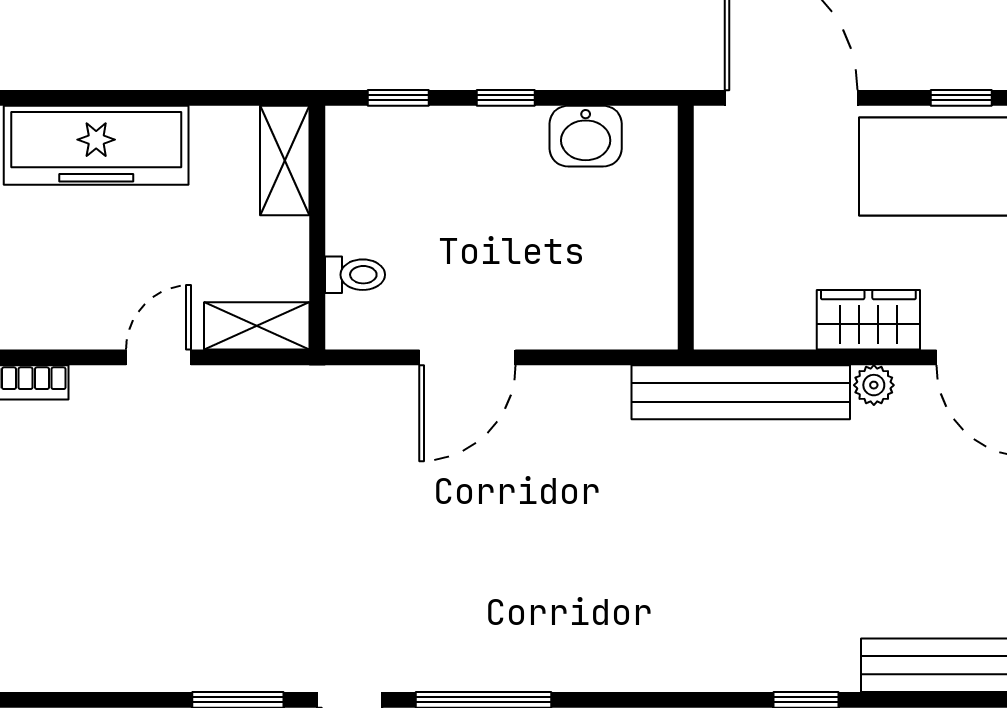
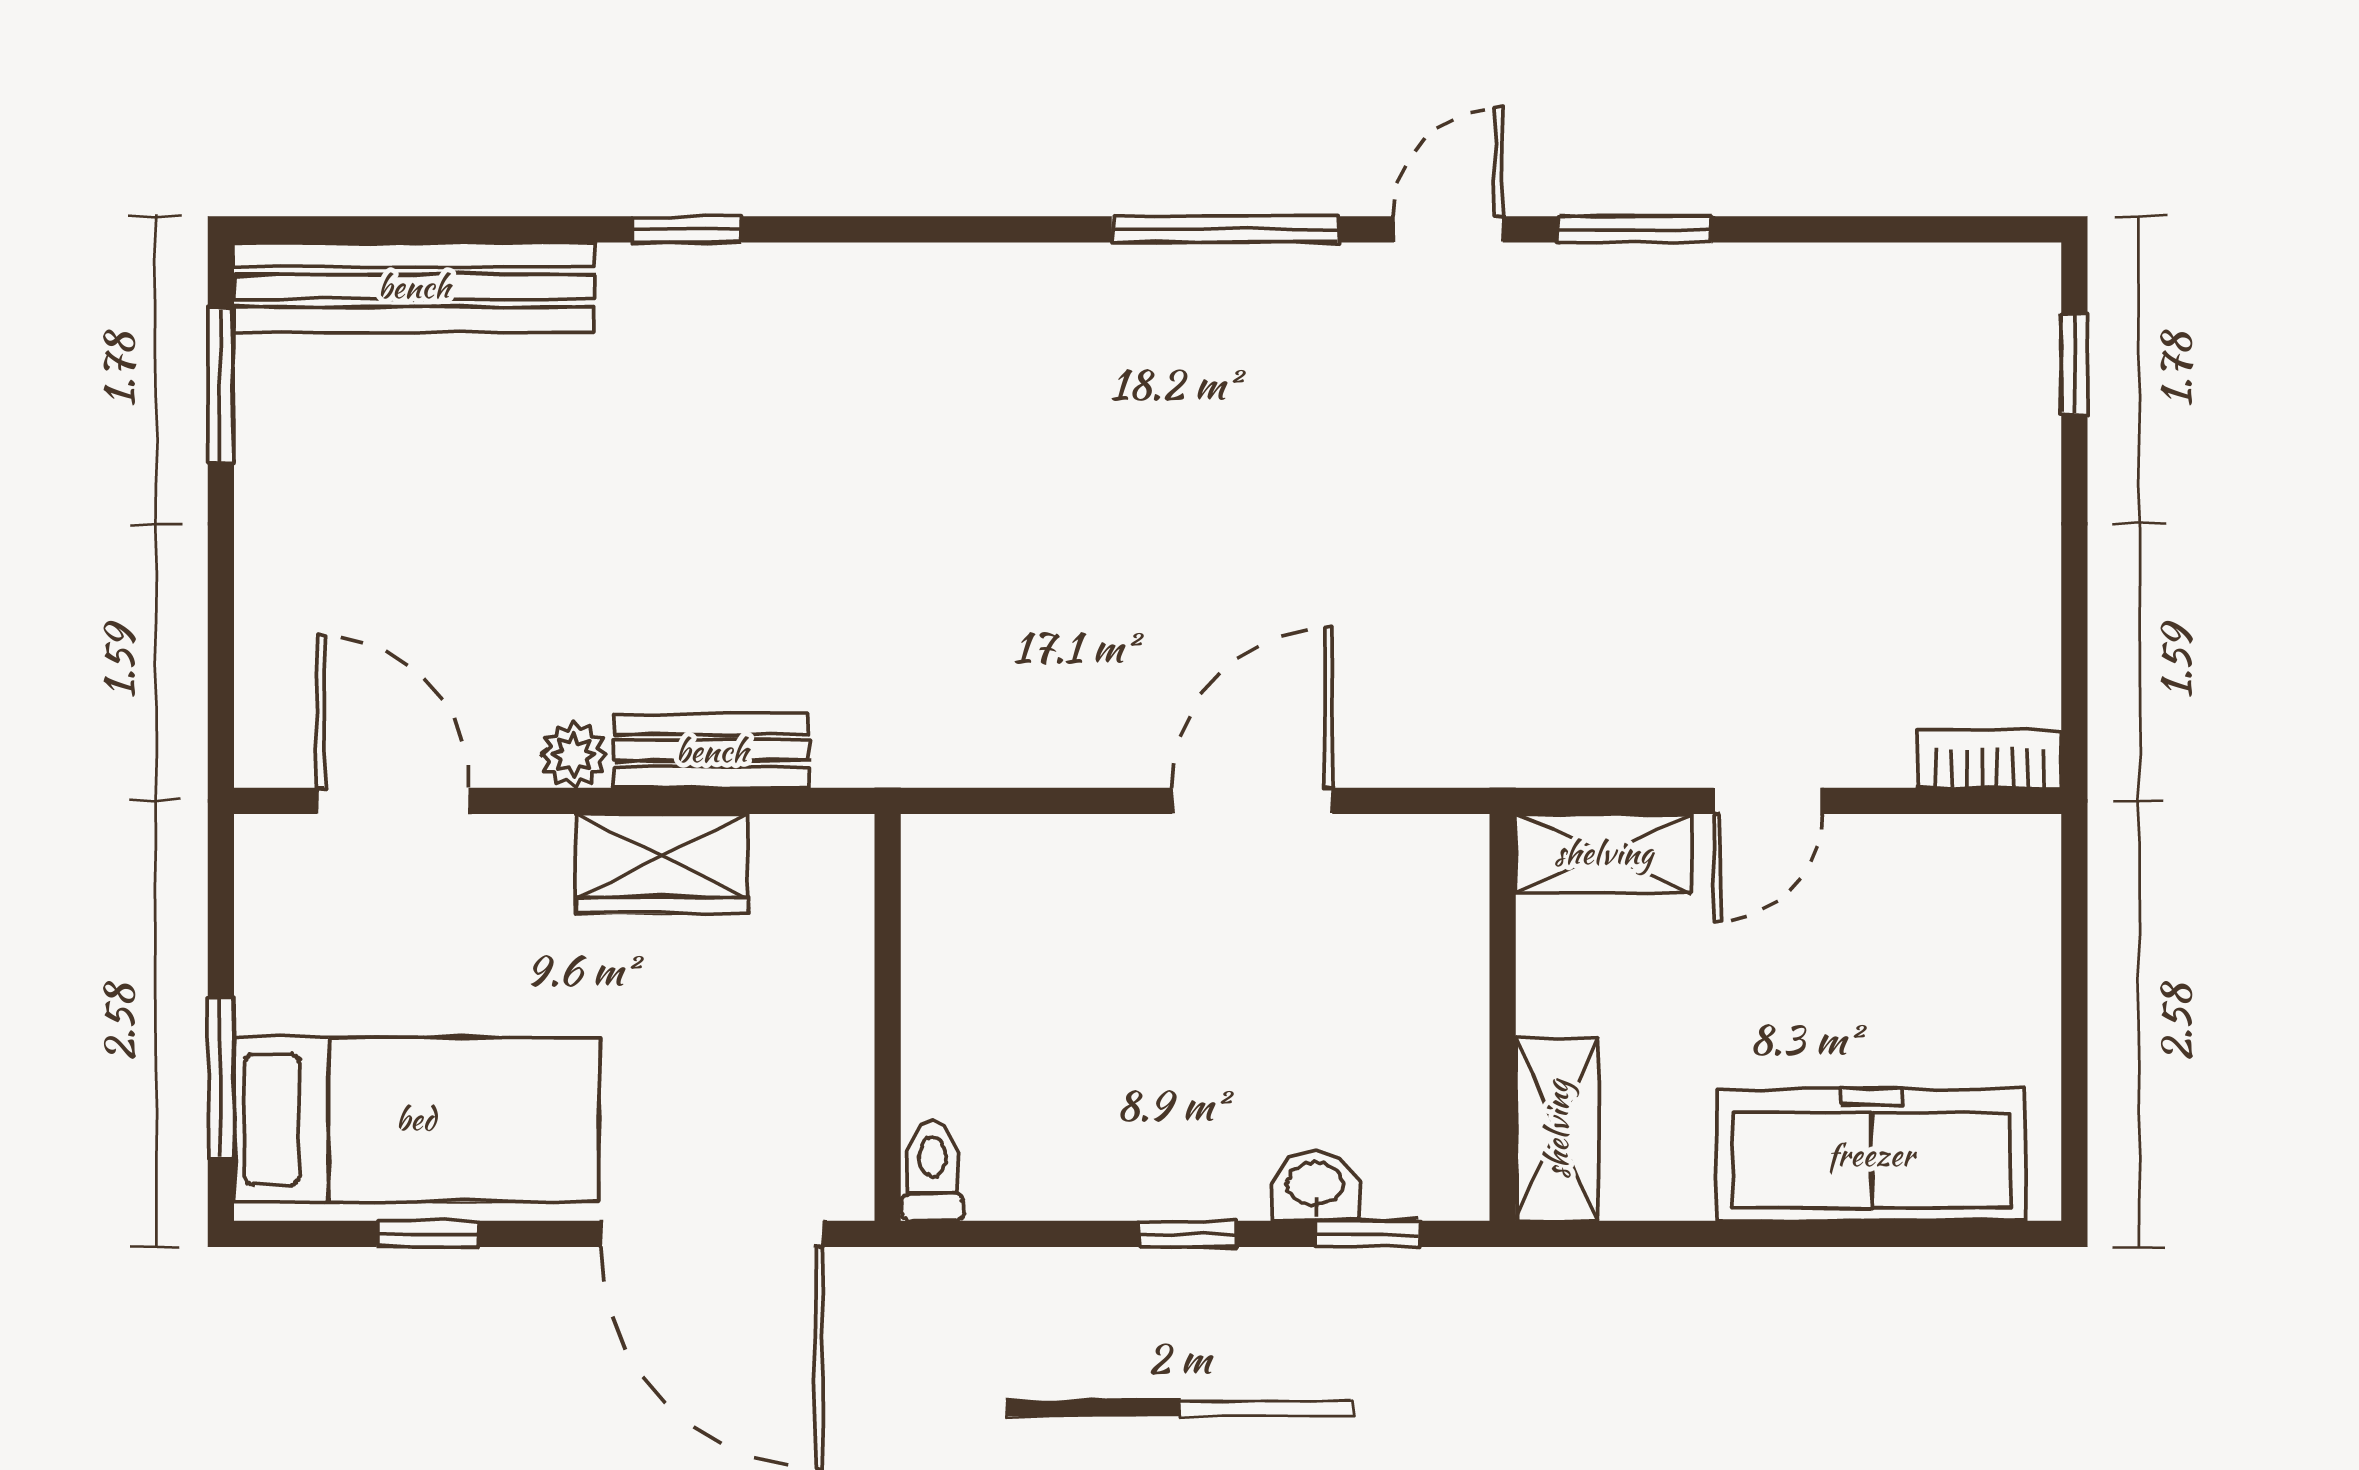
washbasin: (586, 136) -> (1315, 1186), moved, width x0.72, depth x0.69
toilet: (355, 275) -> (933, 1171), moved, turned 90
wardrobe: (868, 320) -> (662, 864), moved
bench: (741, 392) -> (712, 751), width x0.54, depth x0.82

